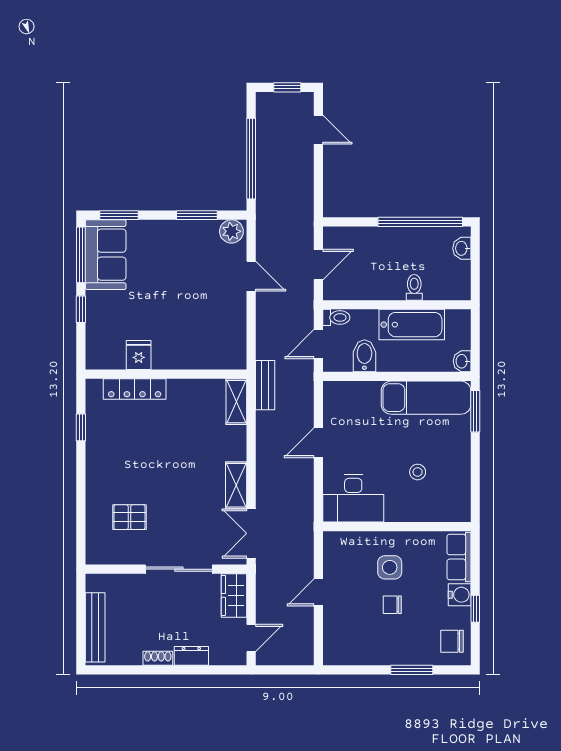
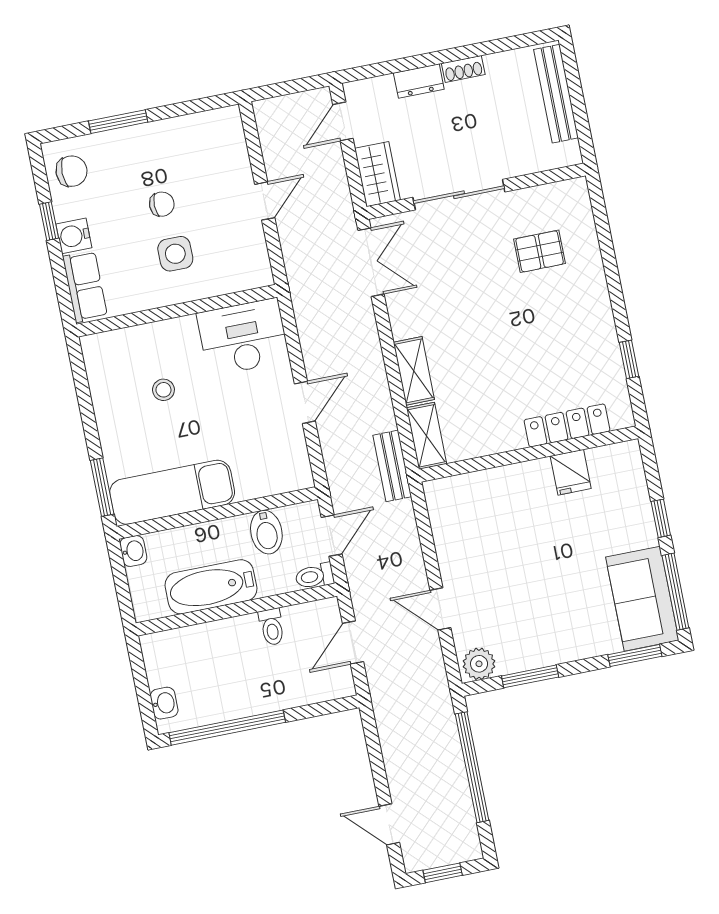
toilet: (414, 287) -> (272, 627), moved
shelving: (236, 485) -> (414, 371), moved

